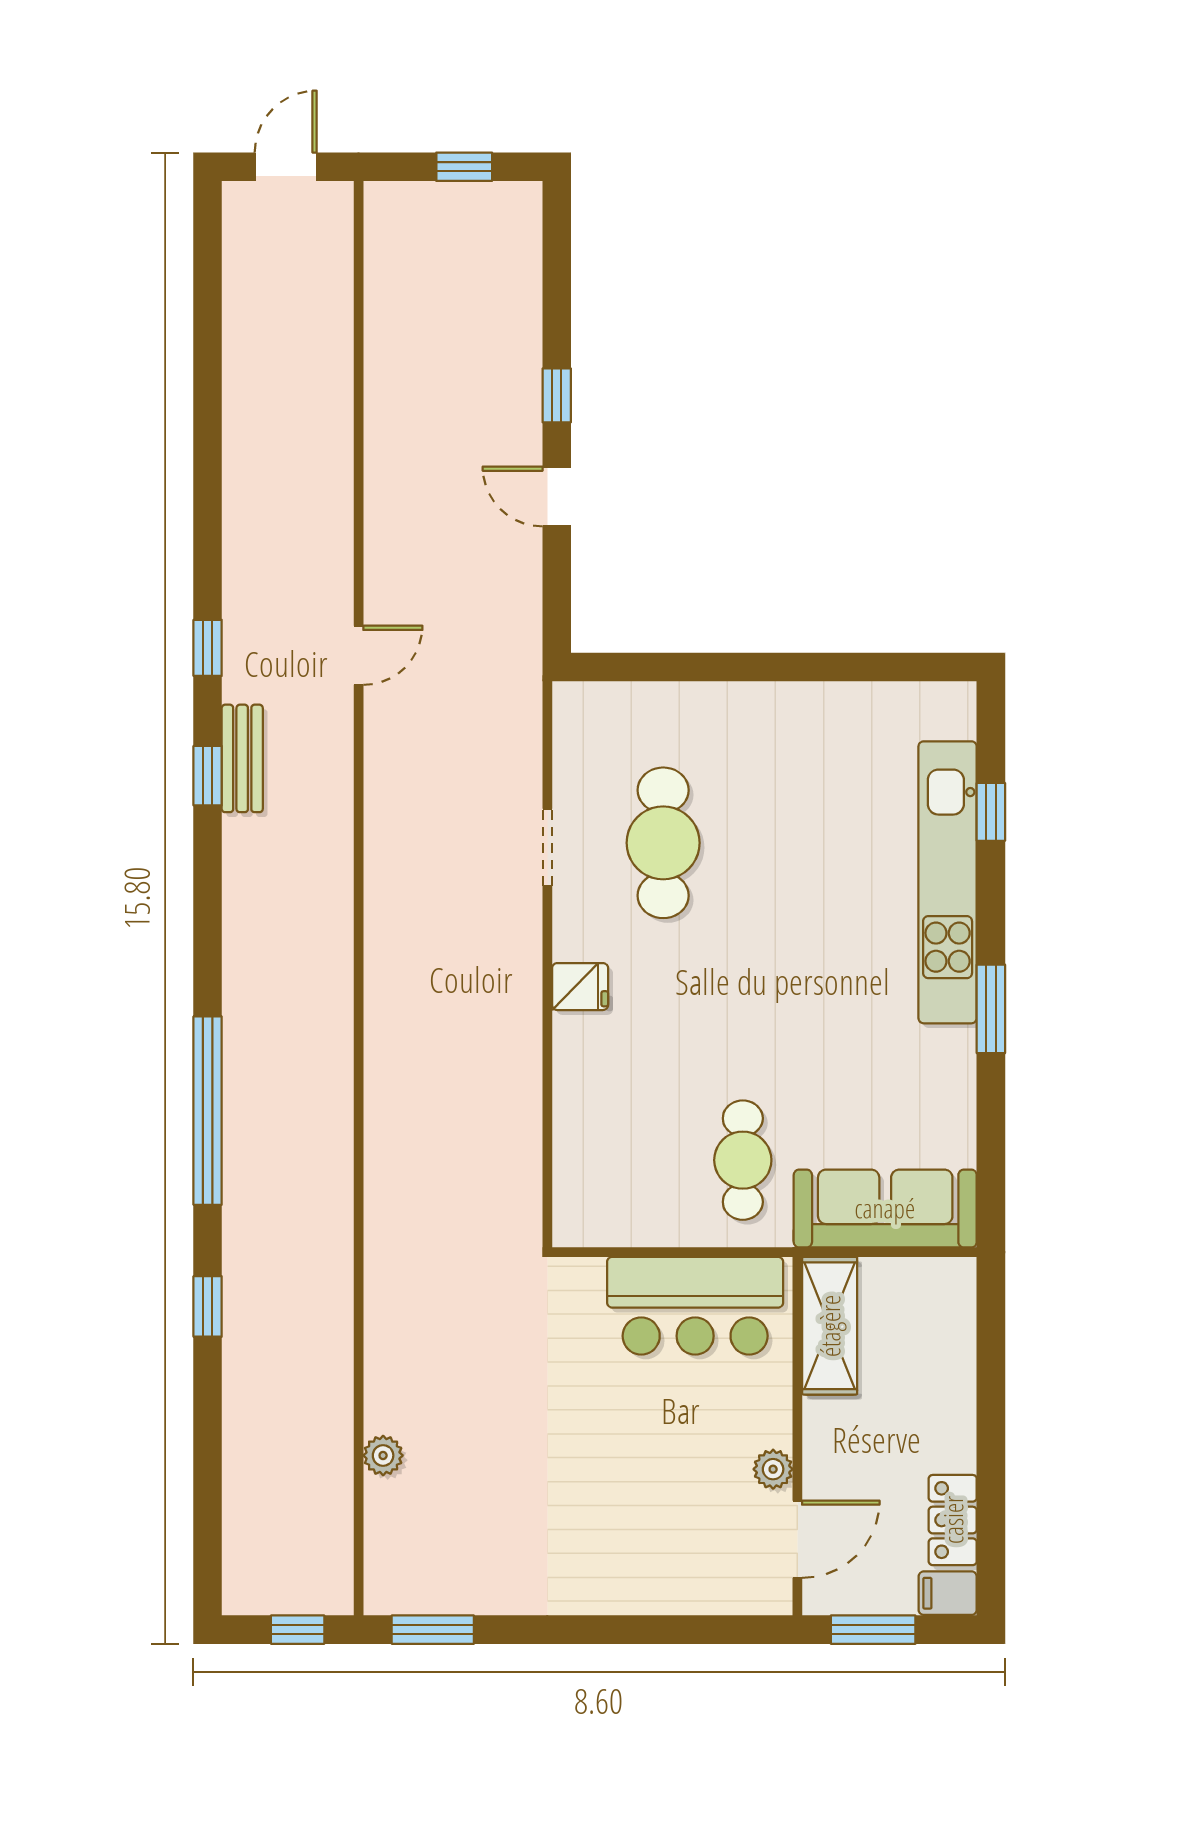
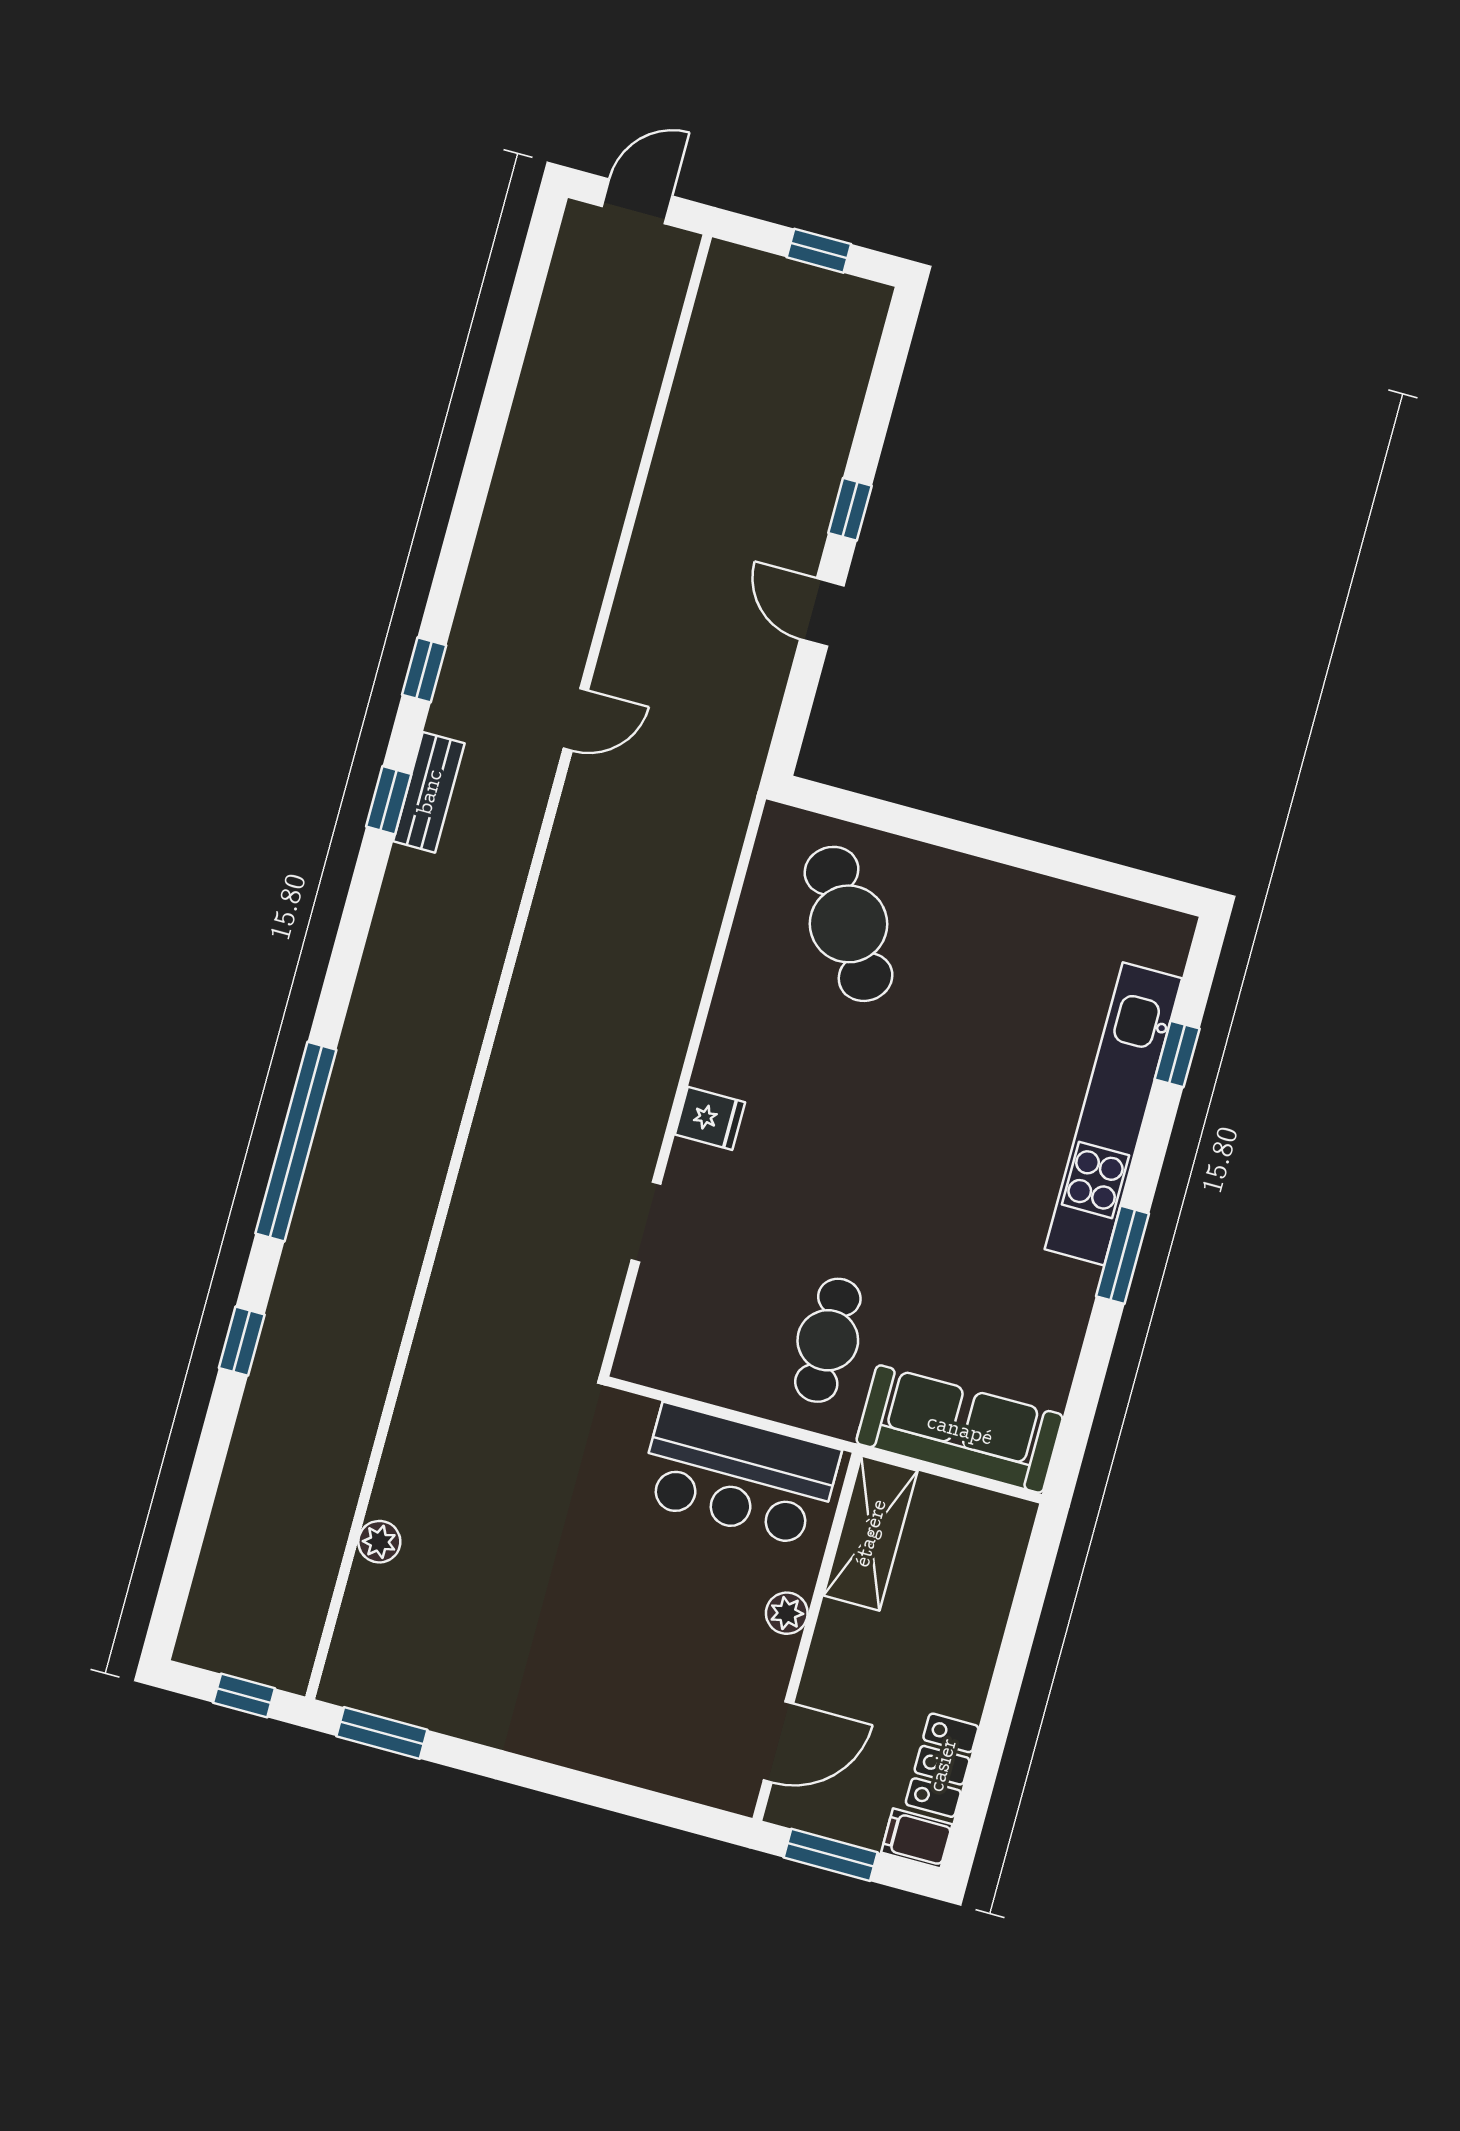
cafe table: (663, 843) -> (849, 924), moved, turned -33
doorway: (547, 847) -> (646, 1222), moved
plant: (773, 1469) -> (787, 1613), moved

